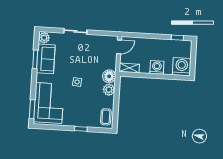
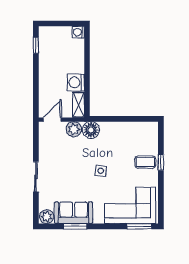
door: (119, 47) -> (52, 120), hinge flipped
washing machine: (157, 67) -> (76, 82), moved
washing machine: (182, 67) -> (78, 32), width x0.53, depth x0.53
plant: (109, 90) -> (74, 129), moved
coffee table: (106, 117) -> (145, 162), moved

